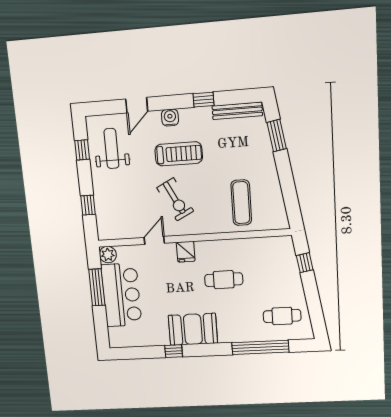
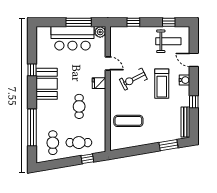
cafe table: (280, 277) -> (79, 143), added

